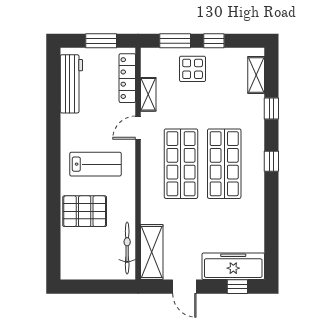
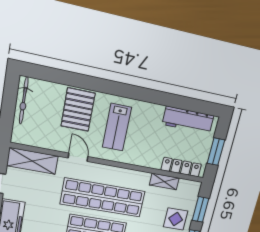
door: (138, 128) -> (78, 157), moved
shop shelf: (181, 164) -> (103, 198), width x1.40
bicycle: (127, 248) -> (24, 101), moved, turned 90

